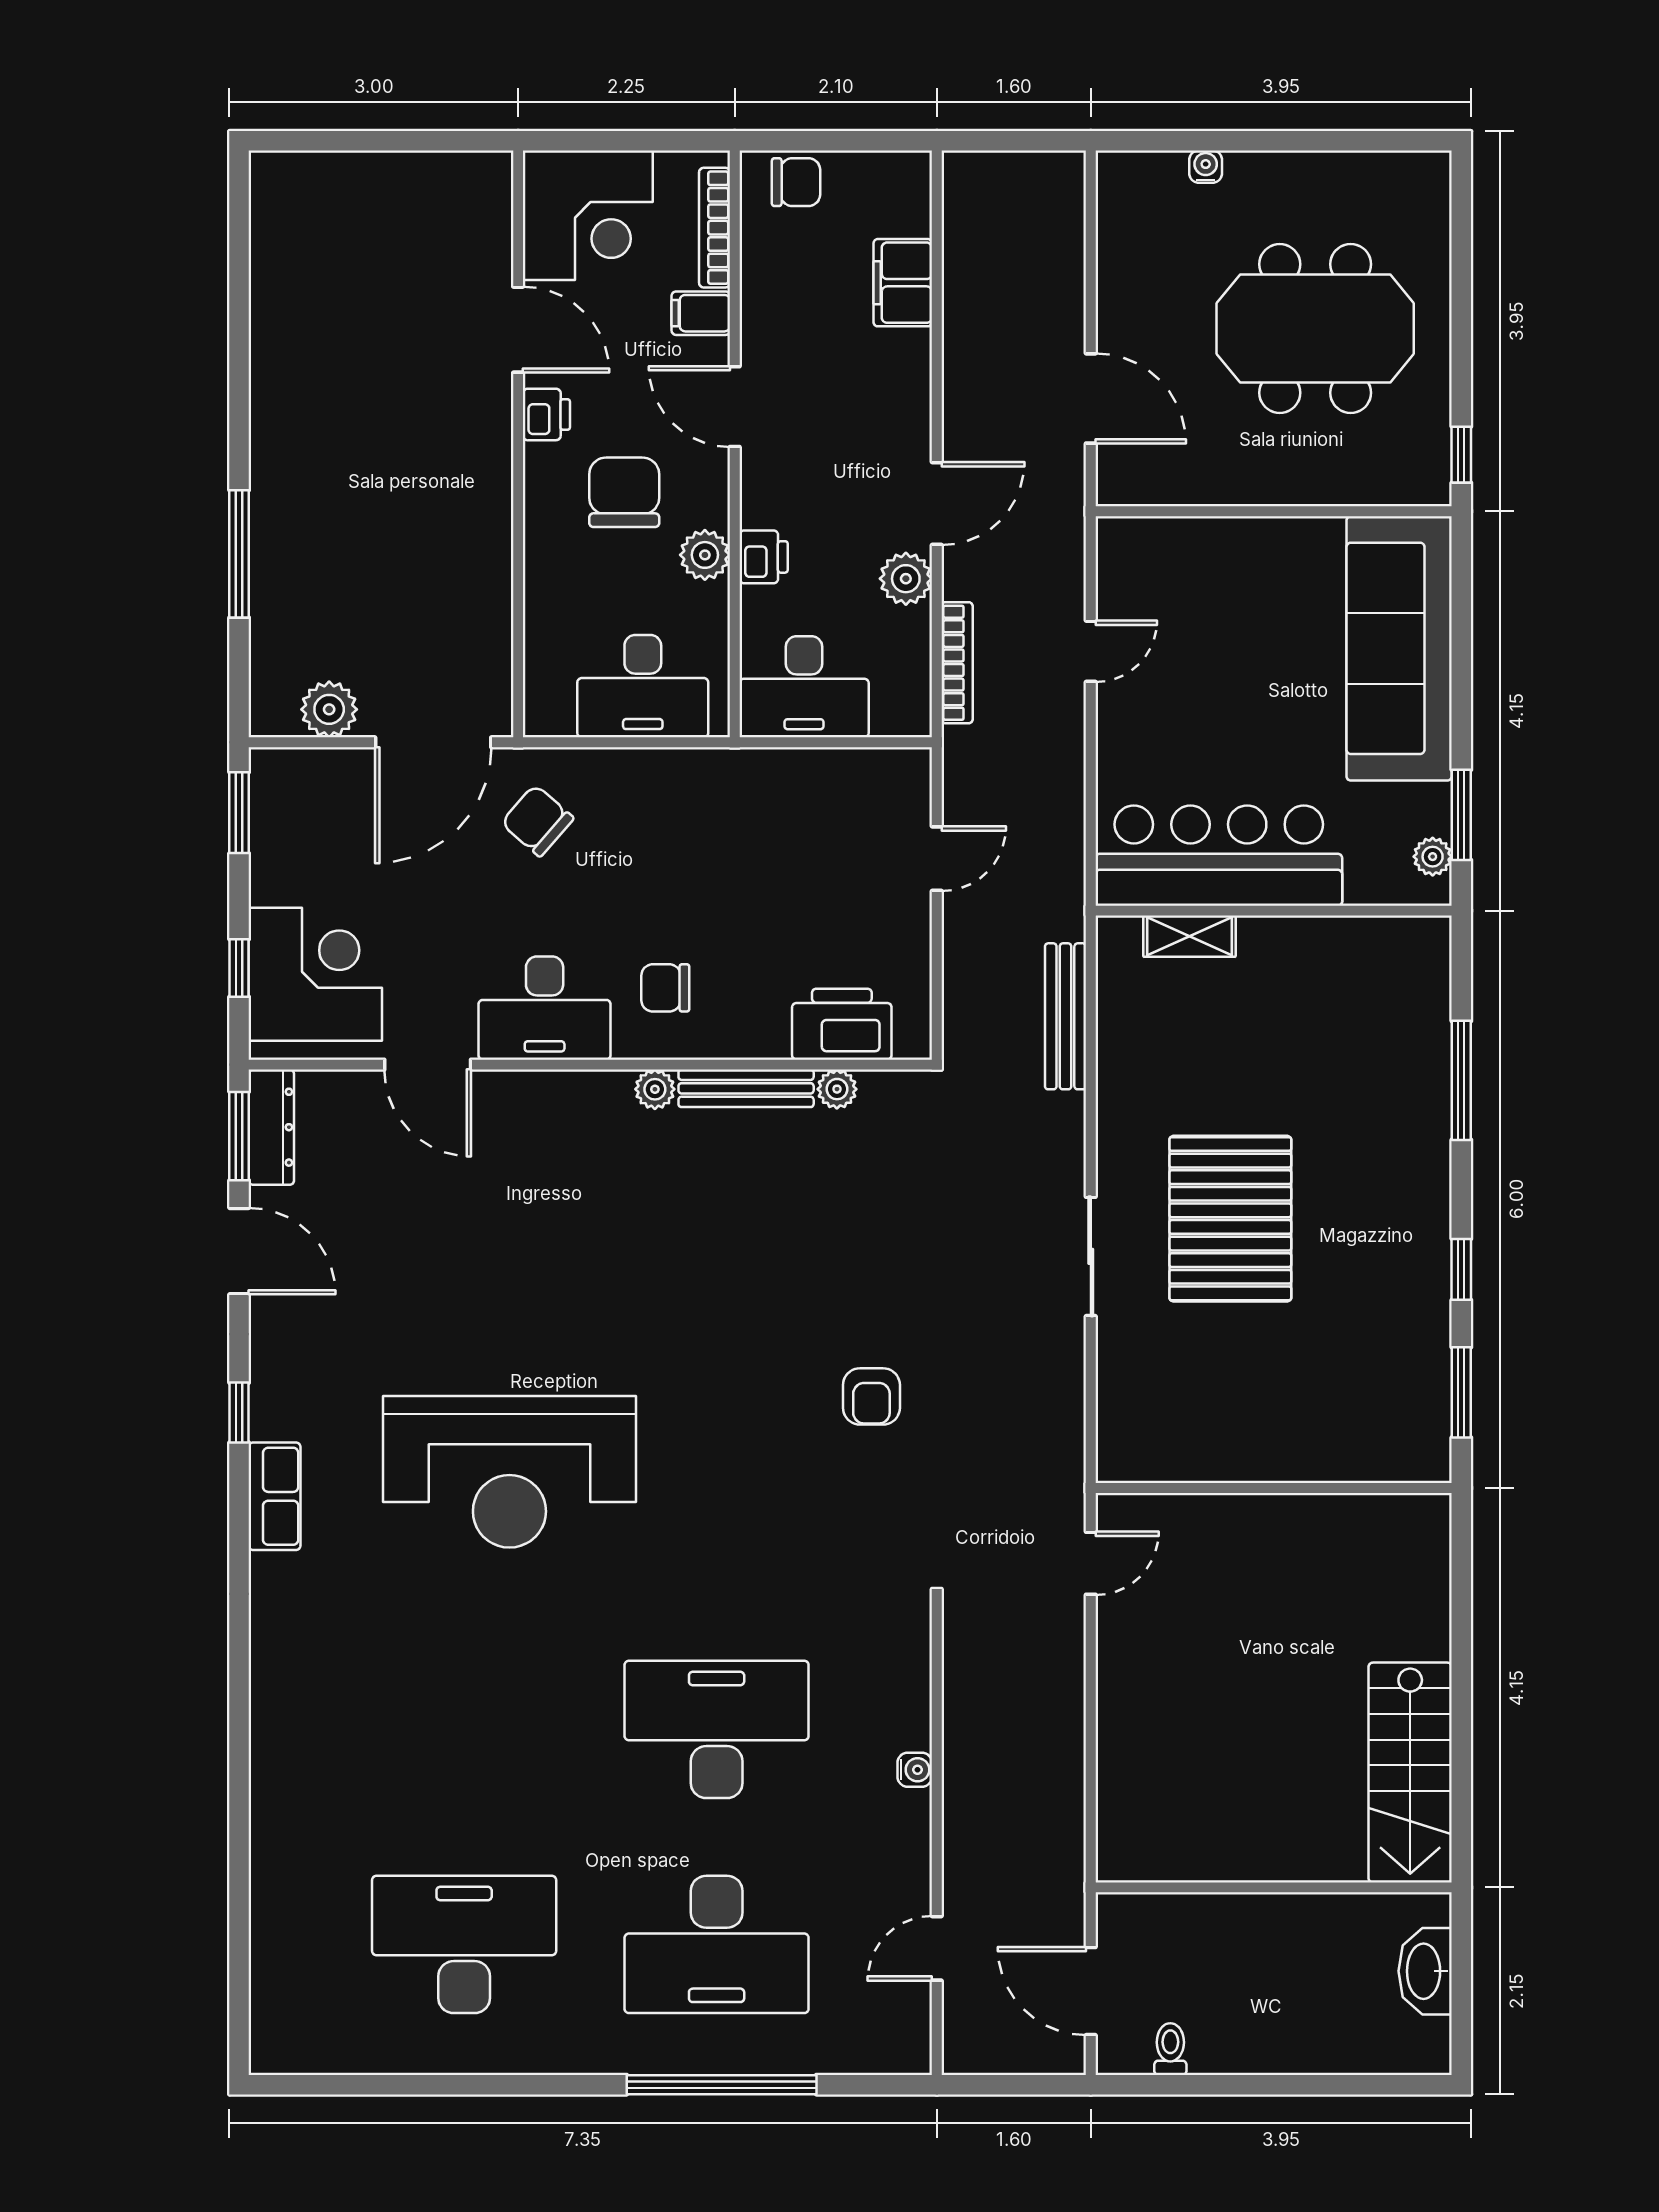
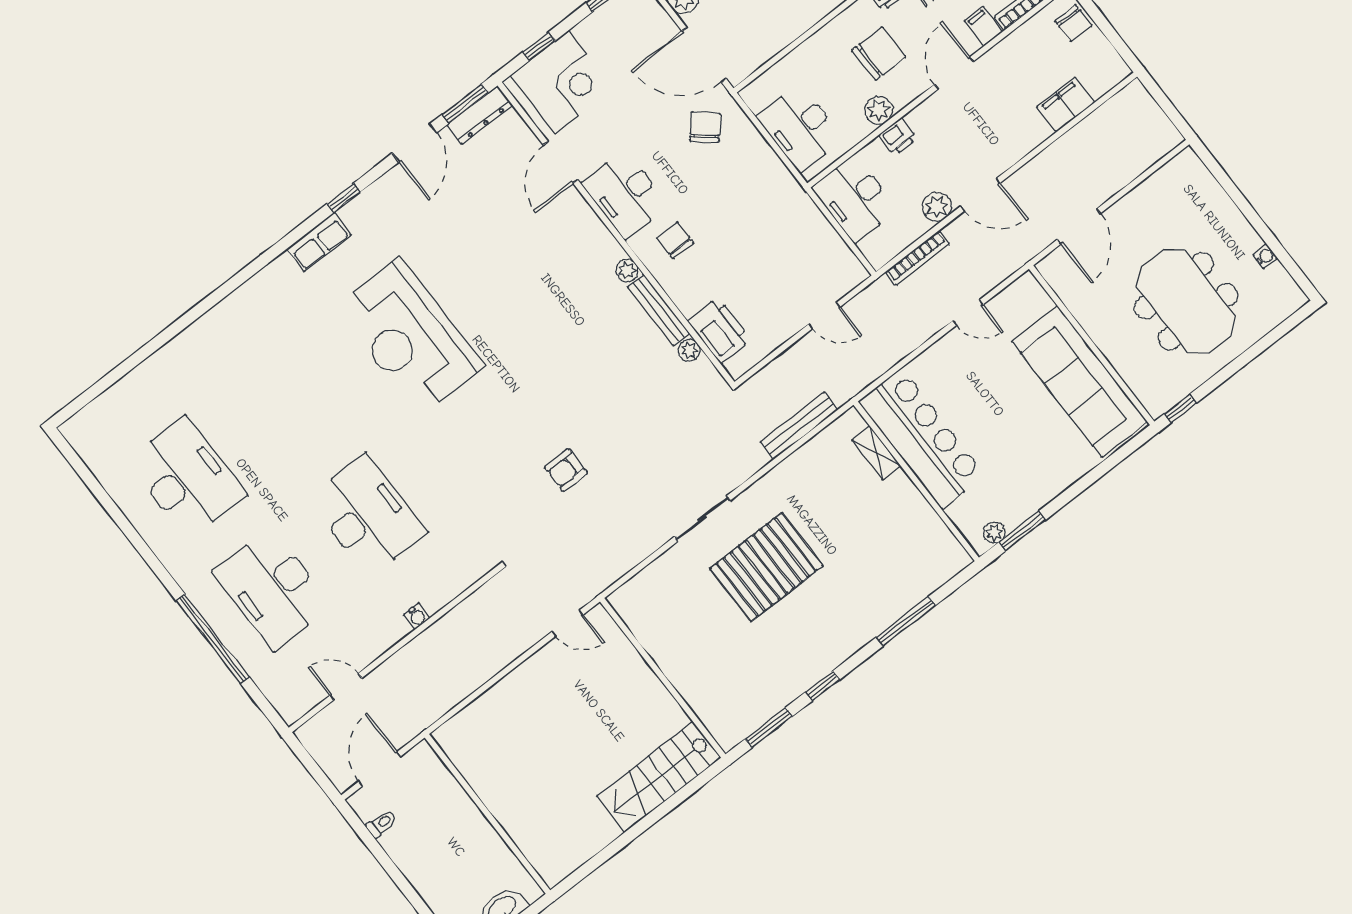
water cooler: (1206, 167) -> (1265, 257), moved
sofa: (1399, 648) -> (1079, 382), moved, turned -90
stairs: (1410, 1773) -> (659, 777), moved

